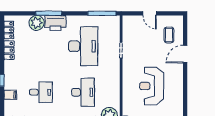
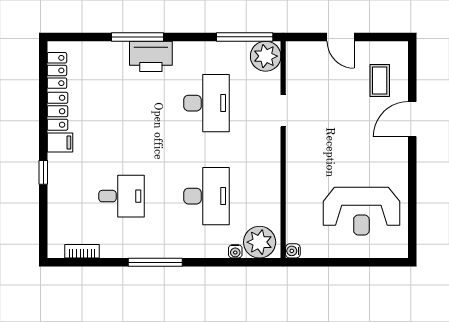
plant: (37, 23) -> (266, 56), moved
desk: (83, 46) -> (207, 103), width x0.73, depth x0.77
reception desk: (152, 86) -> (361, 211), moved, turned -90
filing cabinet: (10, 95) -> (60, 143), moved

